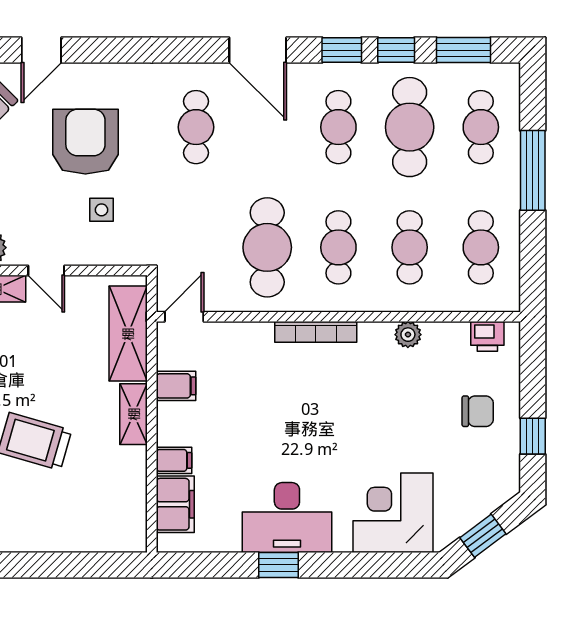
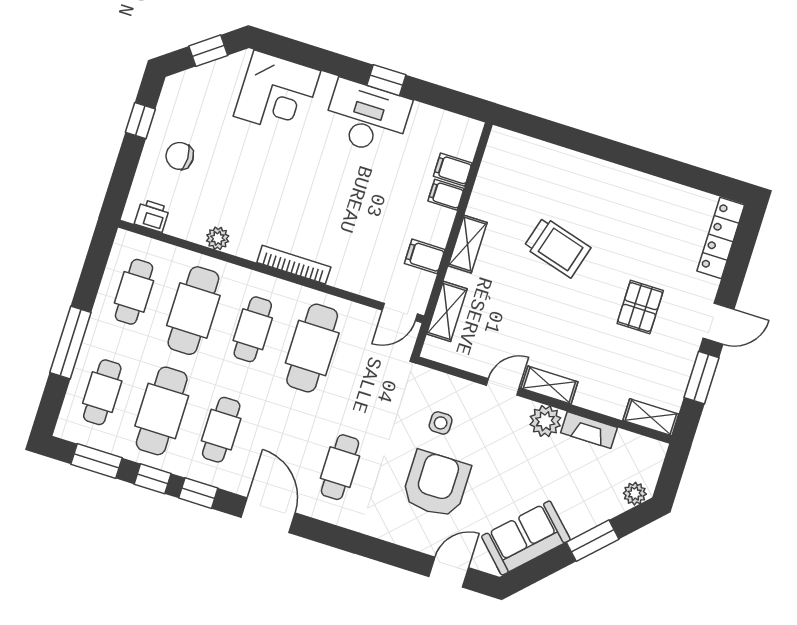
armchair: (85, 142) -> (436, 484), turned 180
cafe table: (410, 247) -> (193, 311), width x1.37, depth x1.35
door: (46, 270) -> (503, 387), hinge flipped
shelving: (128, 334) -> (447, 311), width x0.67, depth x0.75
filing cabinet: (175, 504) -> (453, 170), width x0.50

